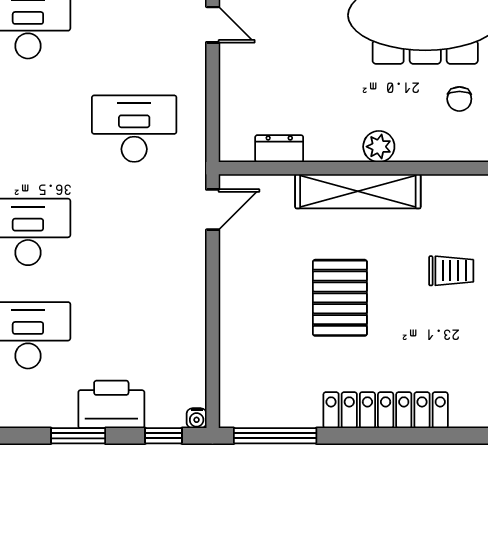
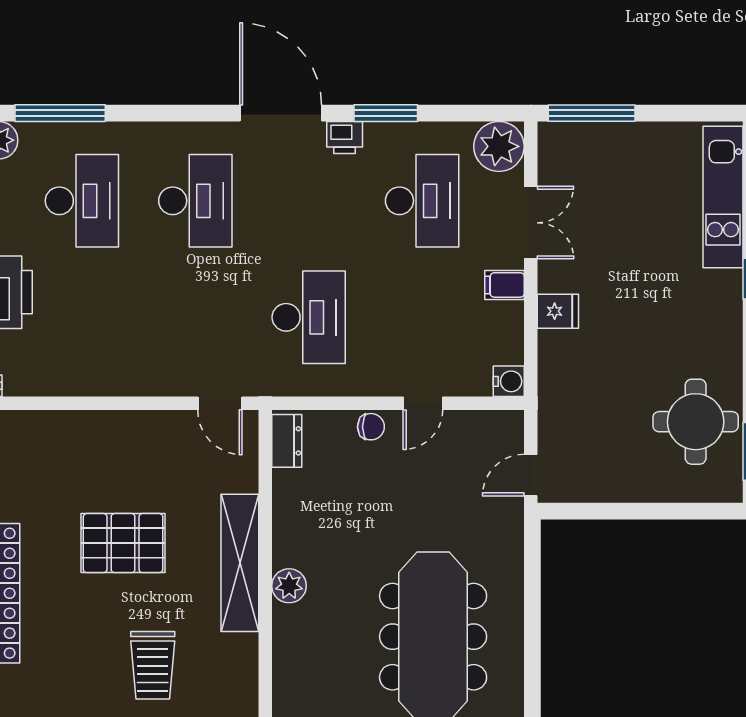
chair: (459, 99) -> (371, 427), moved, turned 180
dresser: (279, 149) -> (287, 441), moved
trolley: (451, 271) -> (153, 665), width x1.36, depth x1.39

